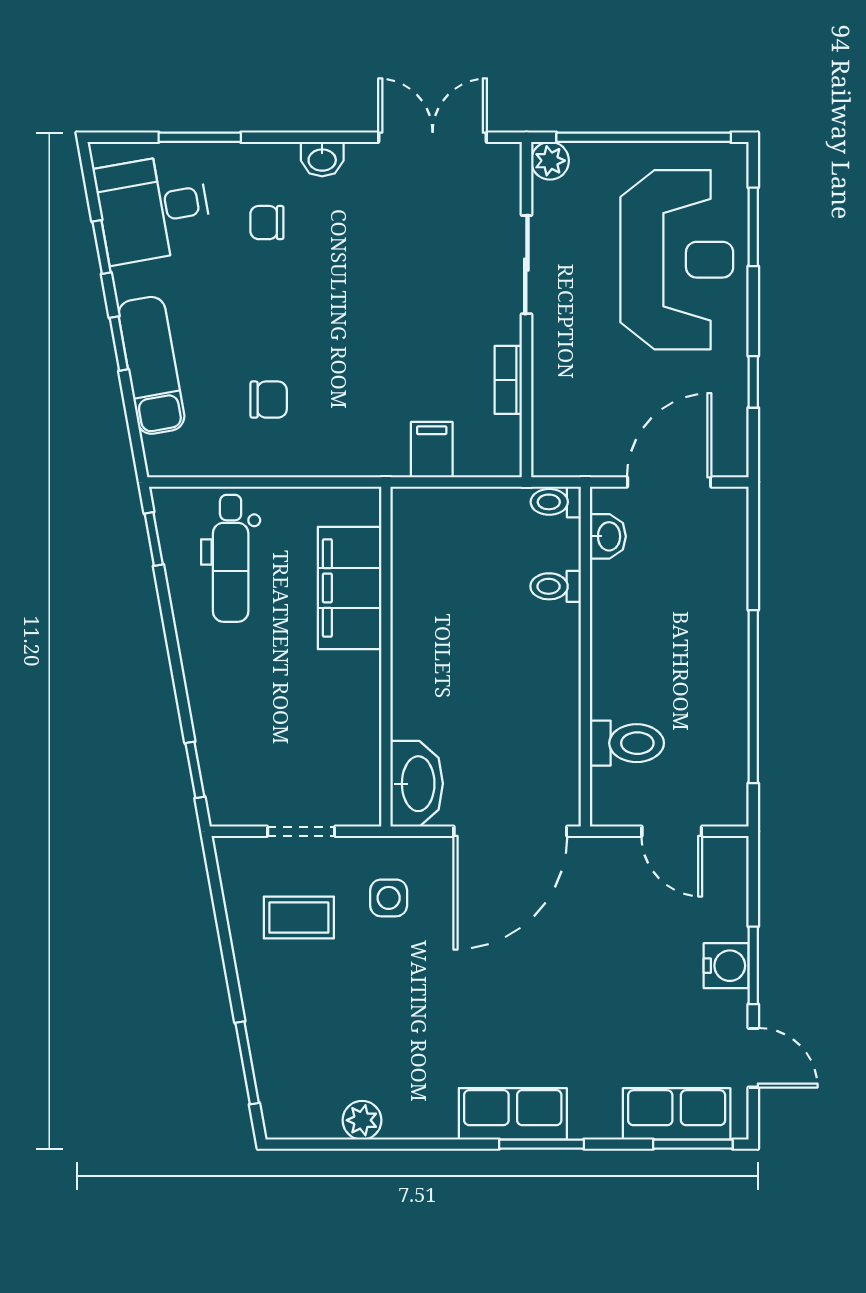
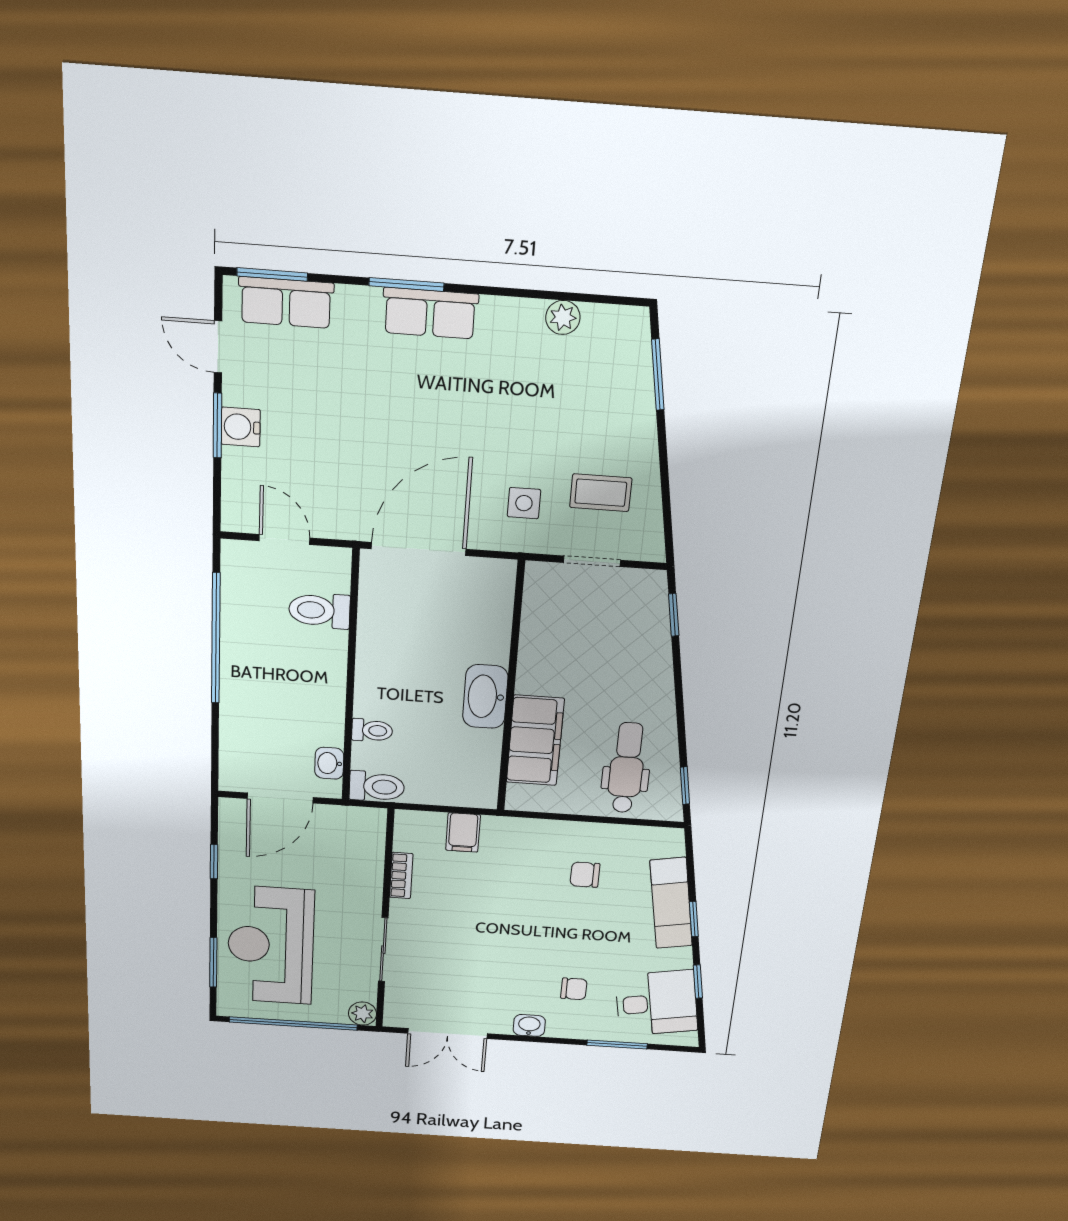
toilet: (556, 502) -> (377, 787), width x1.37, depth x1.39
washbasin: (417, 784) -> (485, 697), moved

